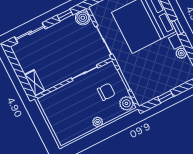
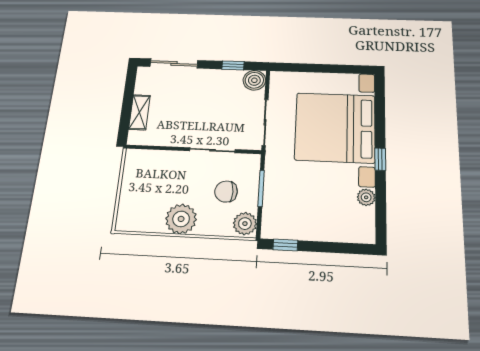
shelving: (35, 83) -> (140, 112), moved
chair: (106, 92) -> (226, 192), turned 180
window: (165, 97) -> (285, 245), moved
plant: (98, 122) -> (181, 219), width x1.88, depth x1.88

